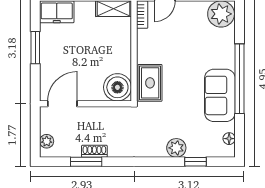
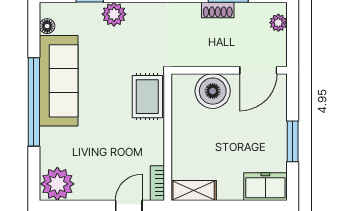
boiler: (117, 87) -> (213, 91), moved
sofa: (220, 95) -> (59, 81), width x1.36

